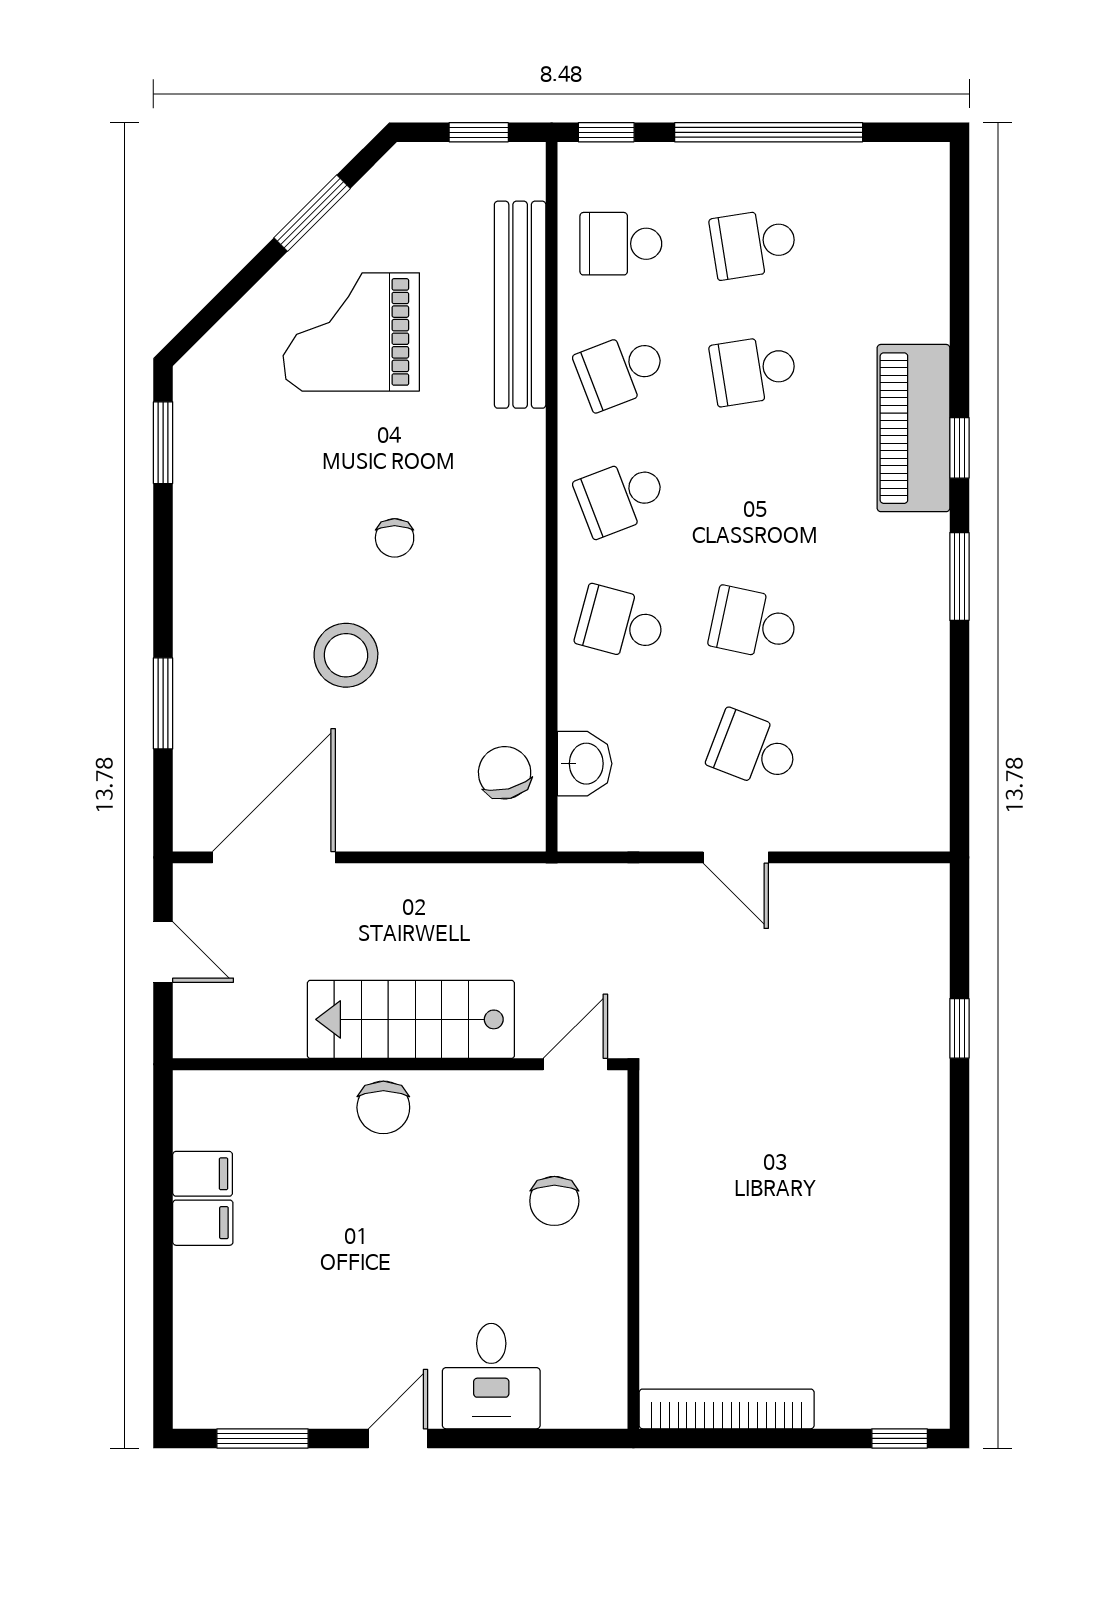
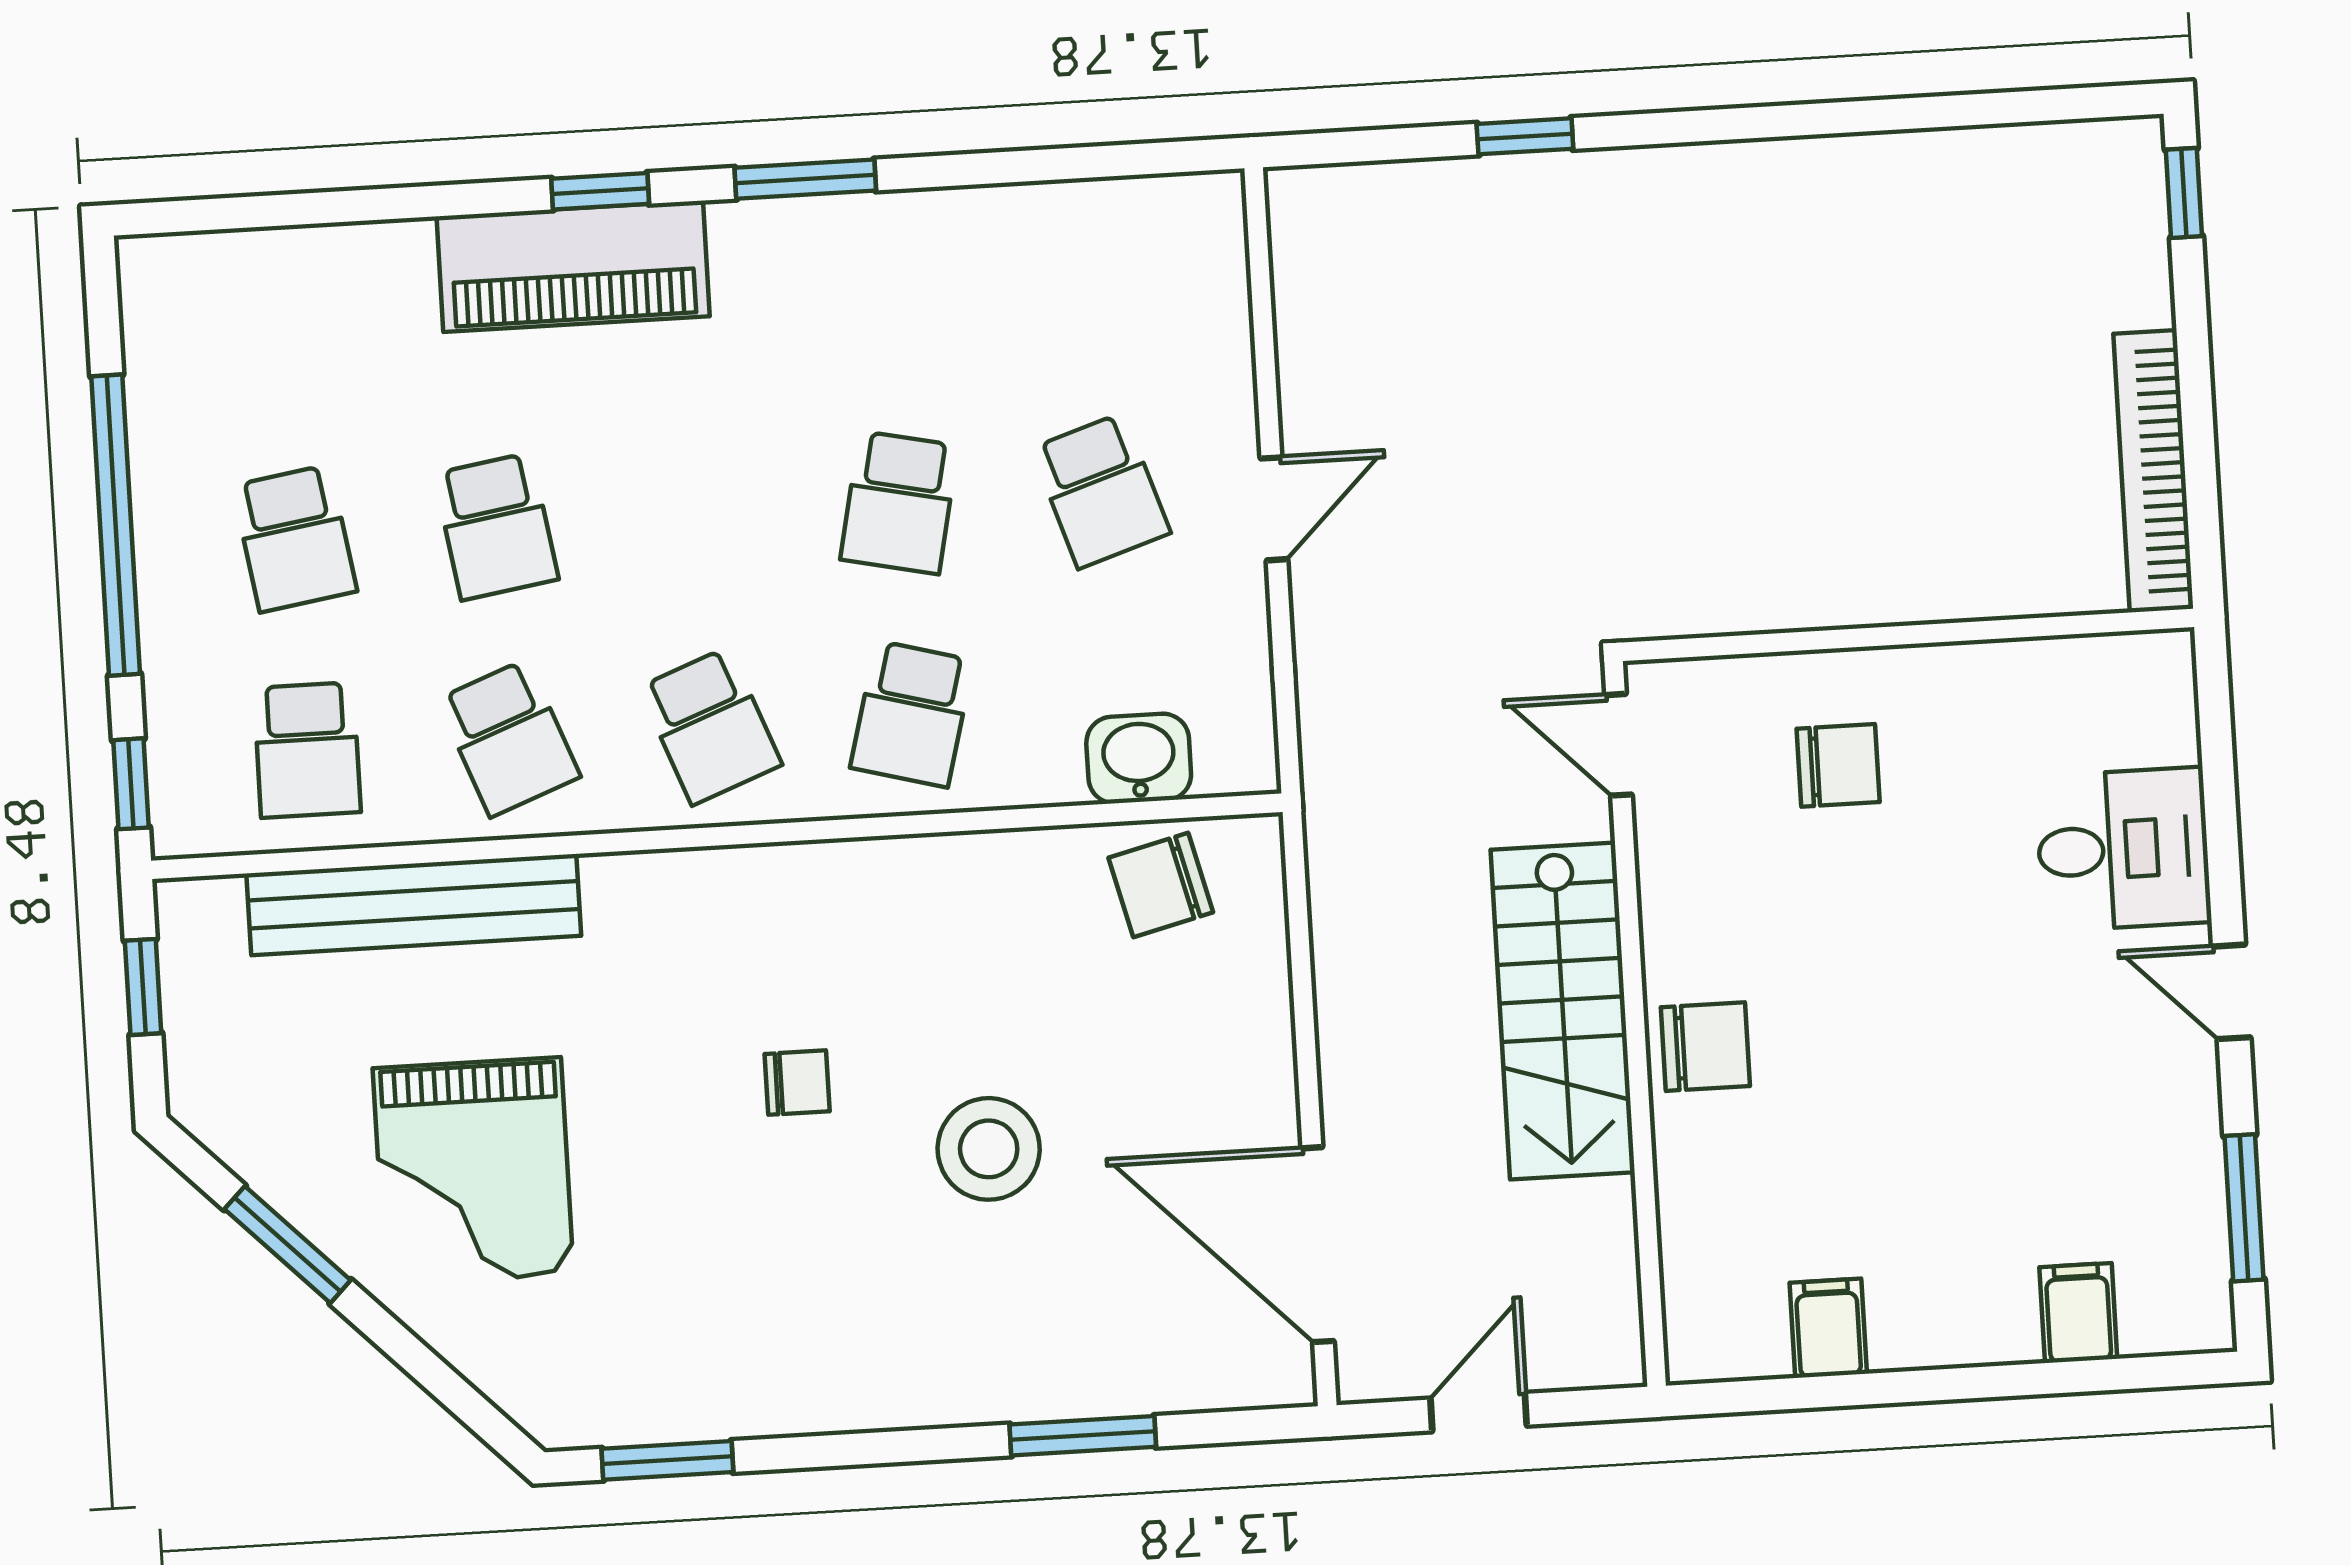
school desk: (754, 750) -> (1101, 491), turned -39
filing cabinet: (203, 1223) -> (2078, 1313), moved

